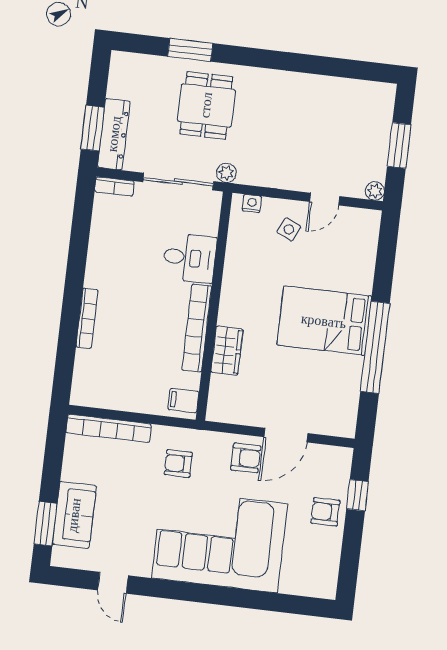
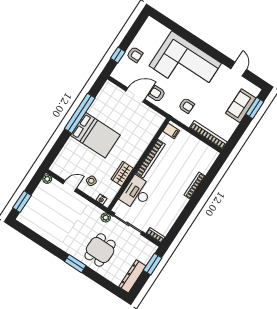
window: (190, 50) -> (75, 264), moved
dresser: (114, 134) -> (132, 276), moved
window: (399, 145) -> (22, 202), moved
desk: (190, 258) -> (137, 193), width x1.37
wardrobe: (227, 351) -> (122, 174), moved

